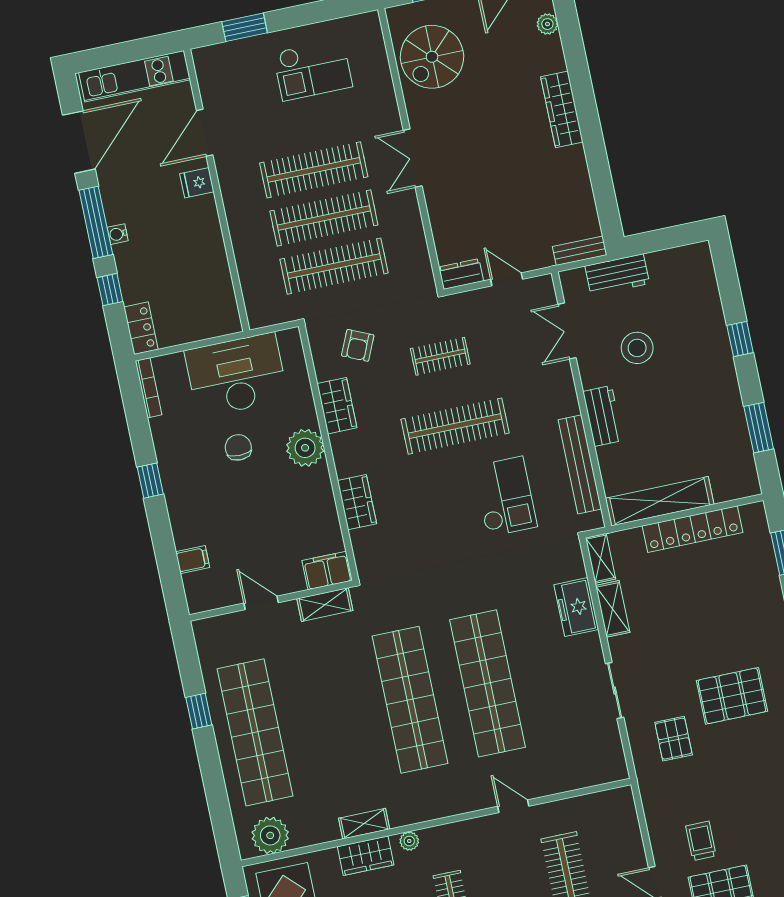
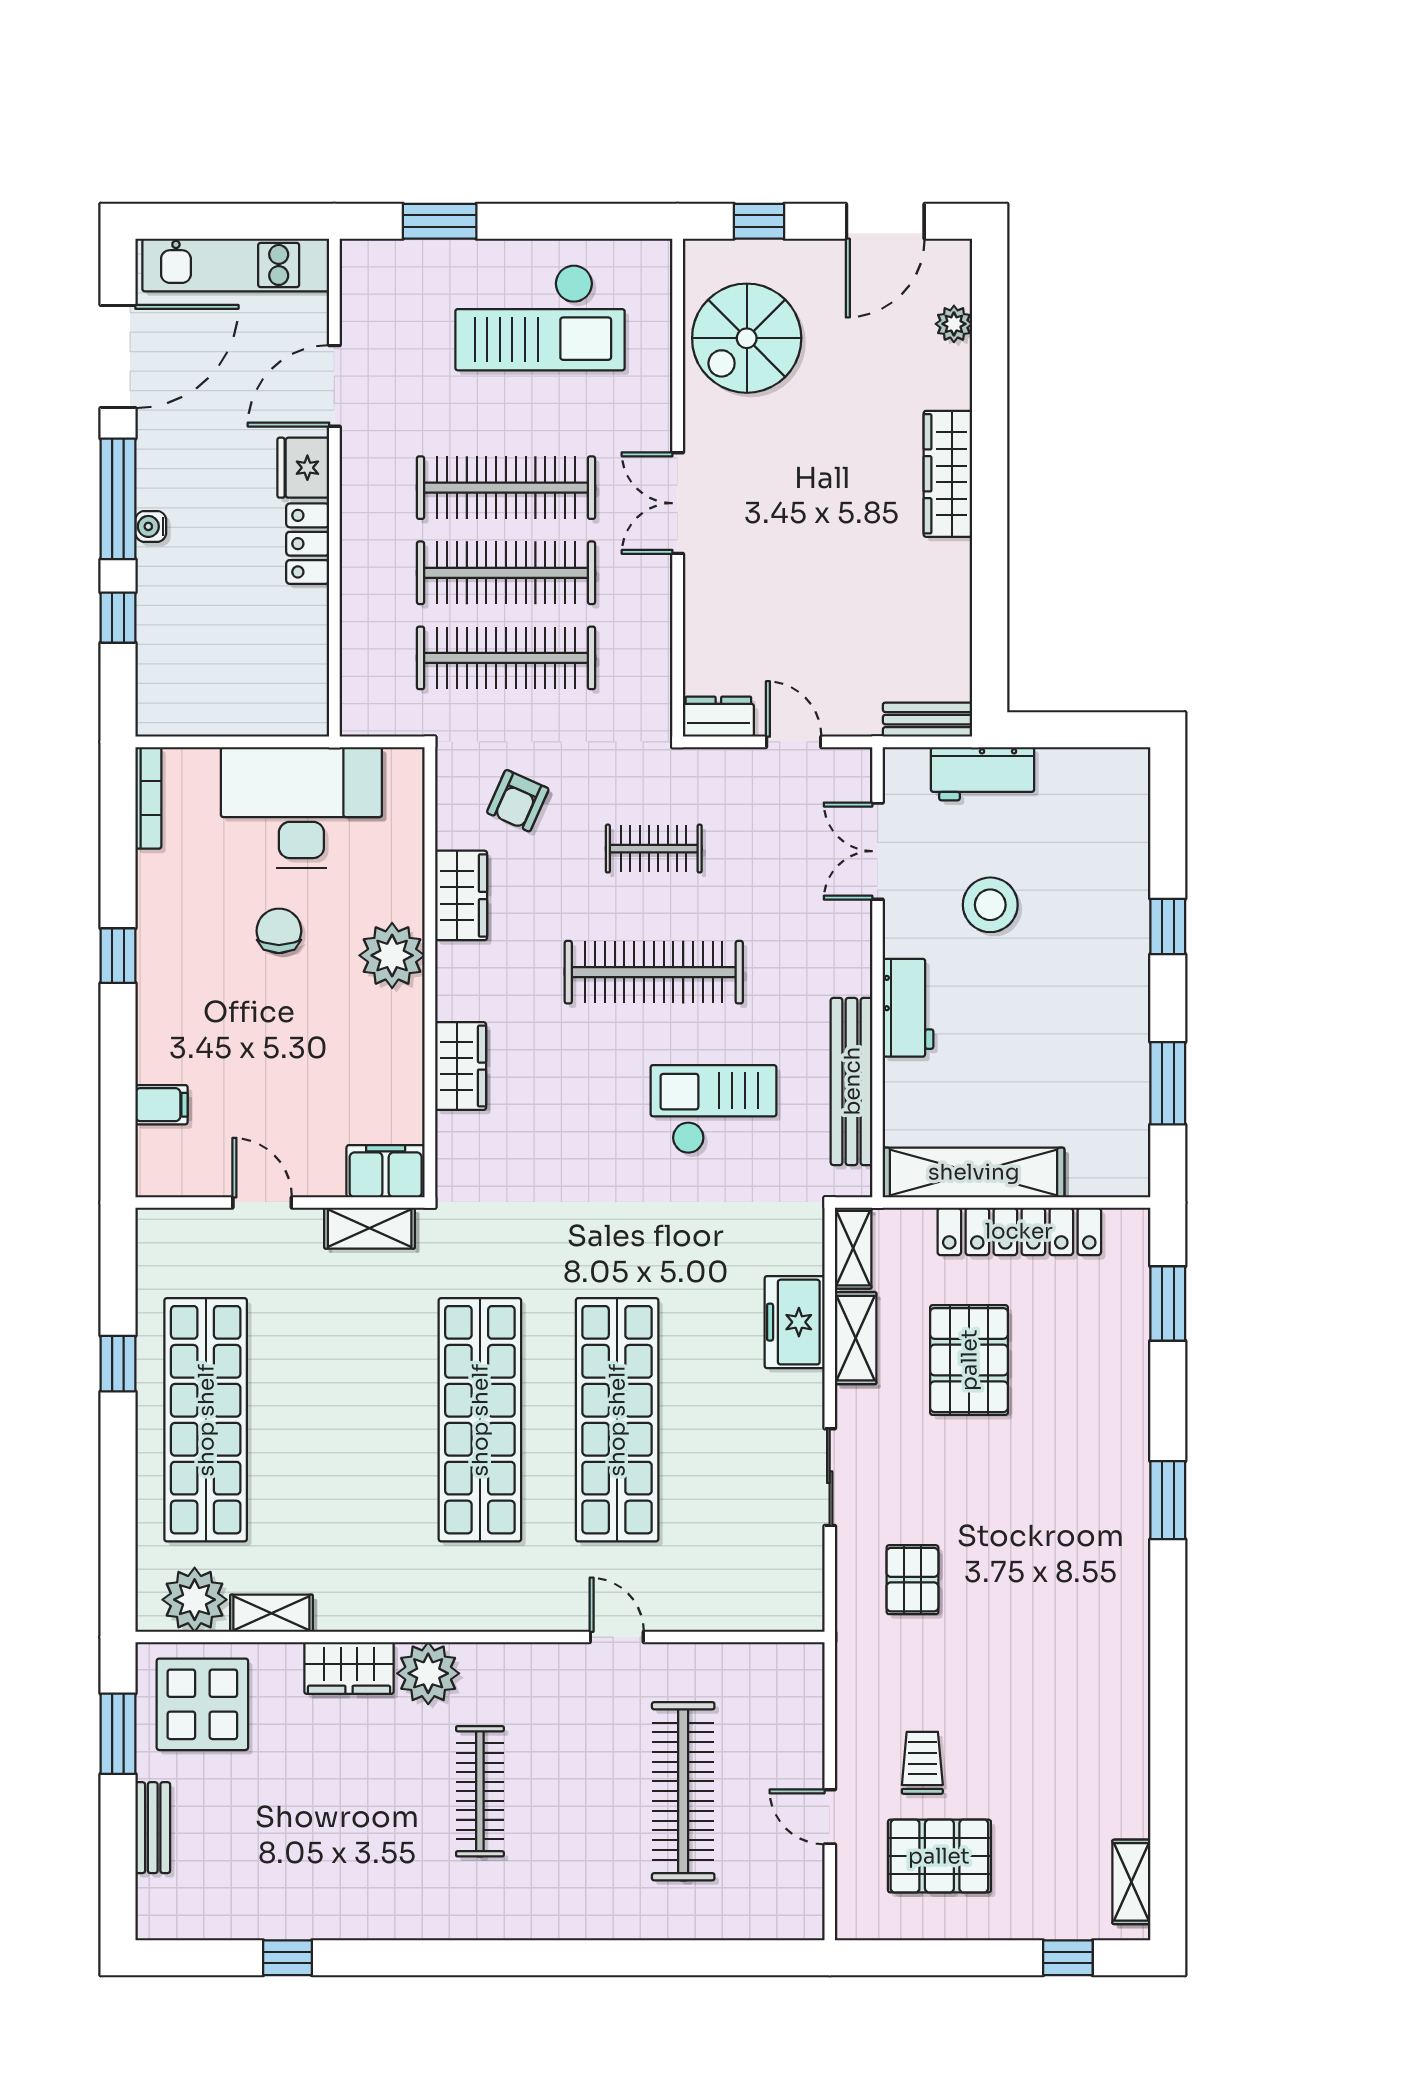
checkout: (313, 70) -> (540, 317), width x1.36, depth x1.21
fridge: (197, 183) -> (303, 468), width x1.38
locker: (141, 328) -> (308, 544), moved, turned 180
checkout: (505, 496) -> (713, 1109), turned -90
pallet: (732, 696) -> (969, 1360), moved, turned 90
shelving: (364, 824) -> (271, 1613), moved
plant: (409, 841) -> (428, 1673), width x1.88, depth x1.88

